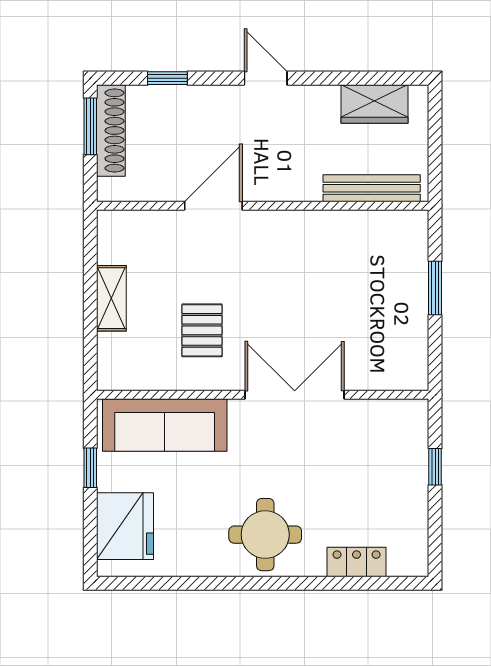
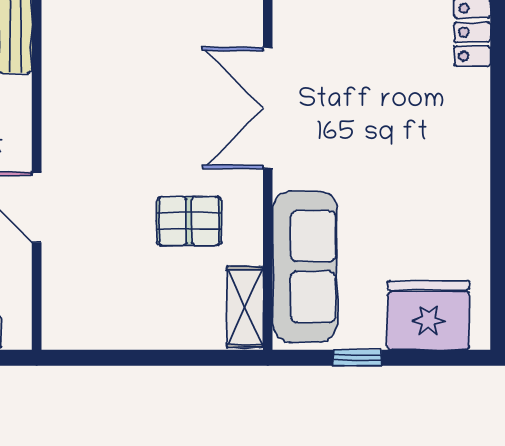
shelving: (111, 298) -> (245, 307), moved, turned 90
round table: (265, 535) -> (439, 144), removed

